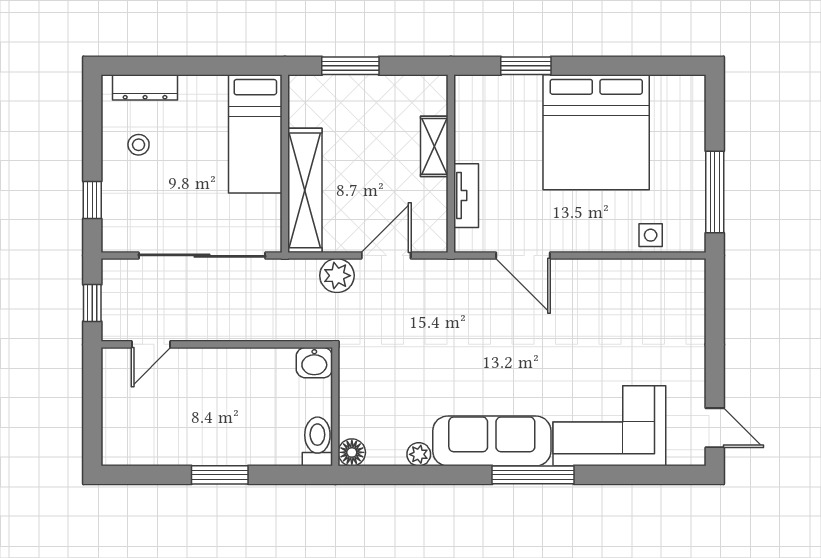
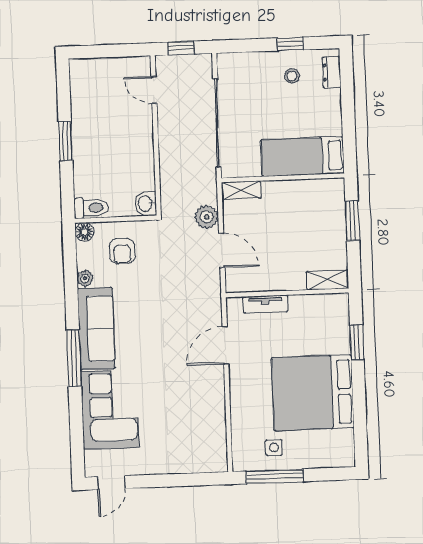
dresser: (145, 87) -> (332, 72), width x0.70
shelving: (434, 146) -> (327, 280), moved
shelving: (305, 190) -> (241, 190), width x0.45, depth x0.75
window: (92, 200) -> (290, 44), moved
side table: (651, 235) -> (274, 448), moved
armchair: (381, 399) -> (122, 251), added

